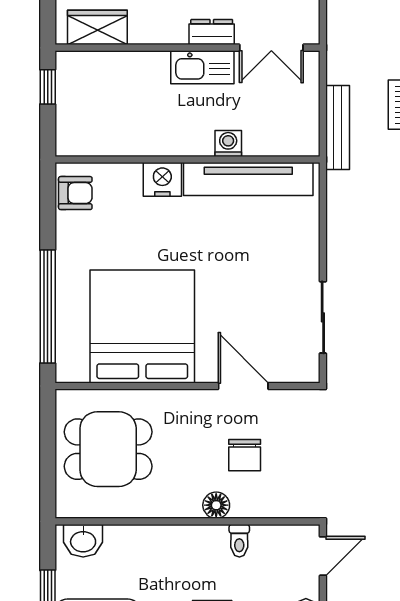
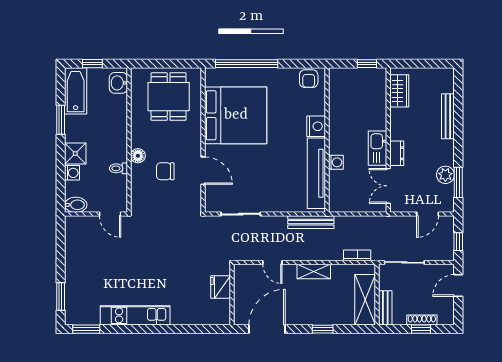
bench: (338, 128) -> (311, 222), moved
door: (243, 386) -> (203, 171), hinge flipped

